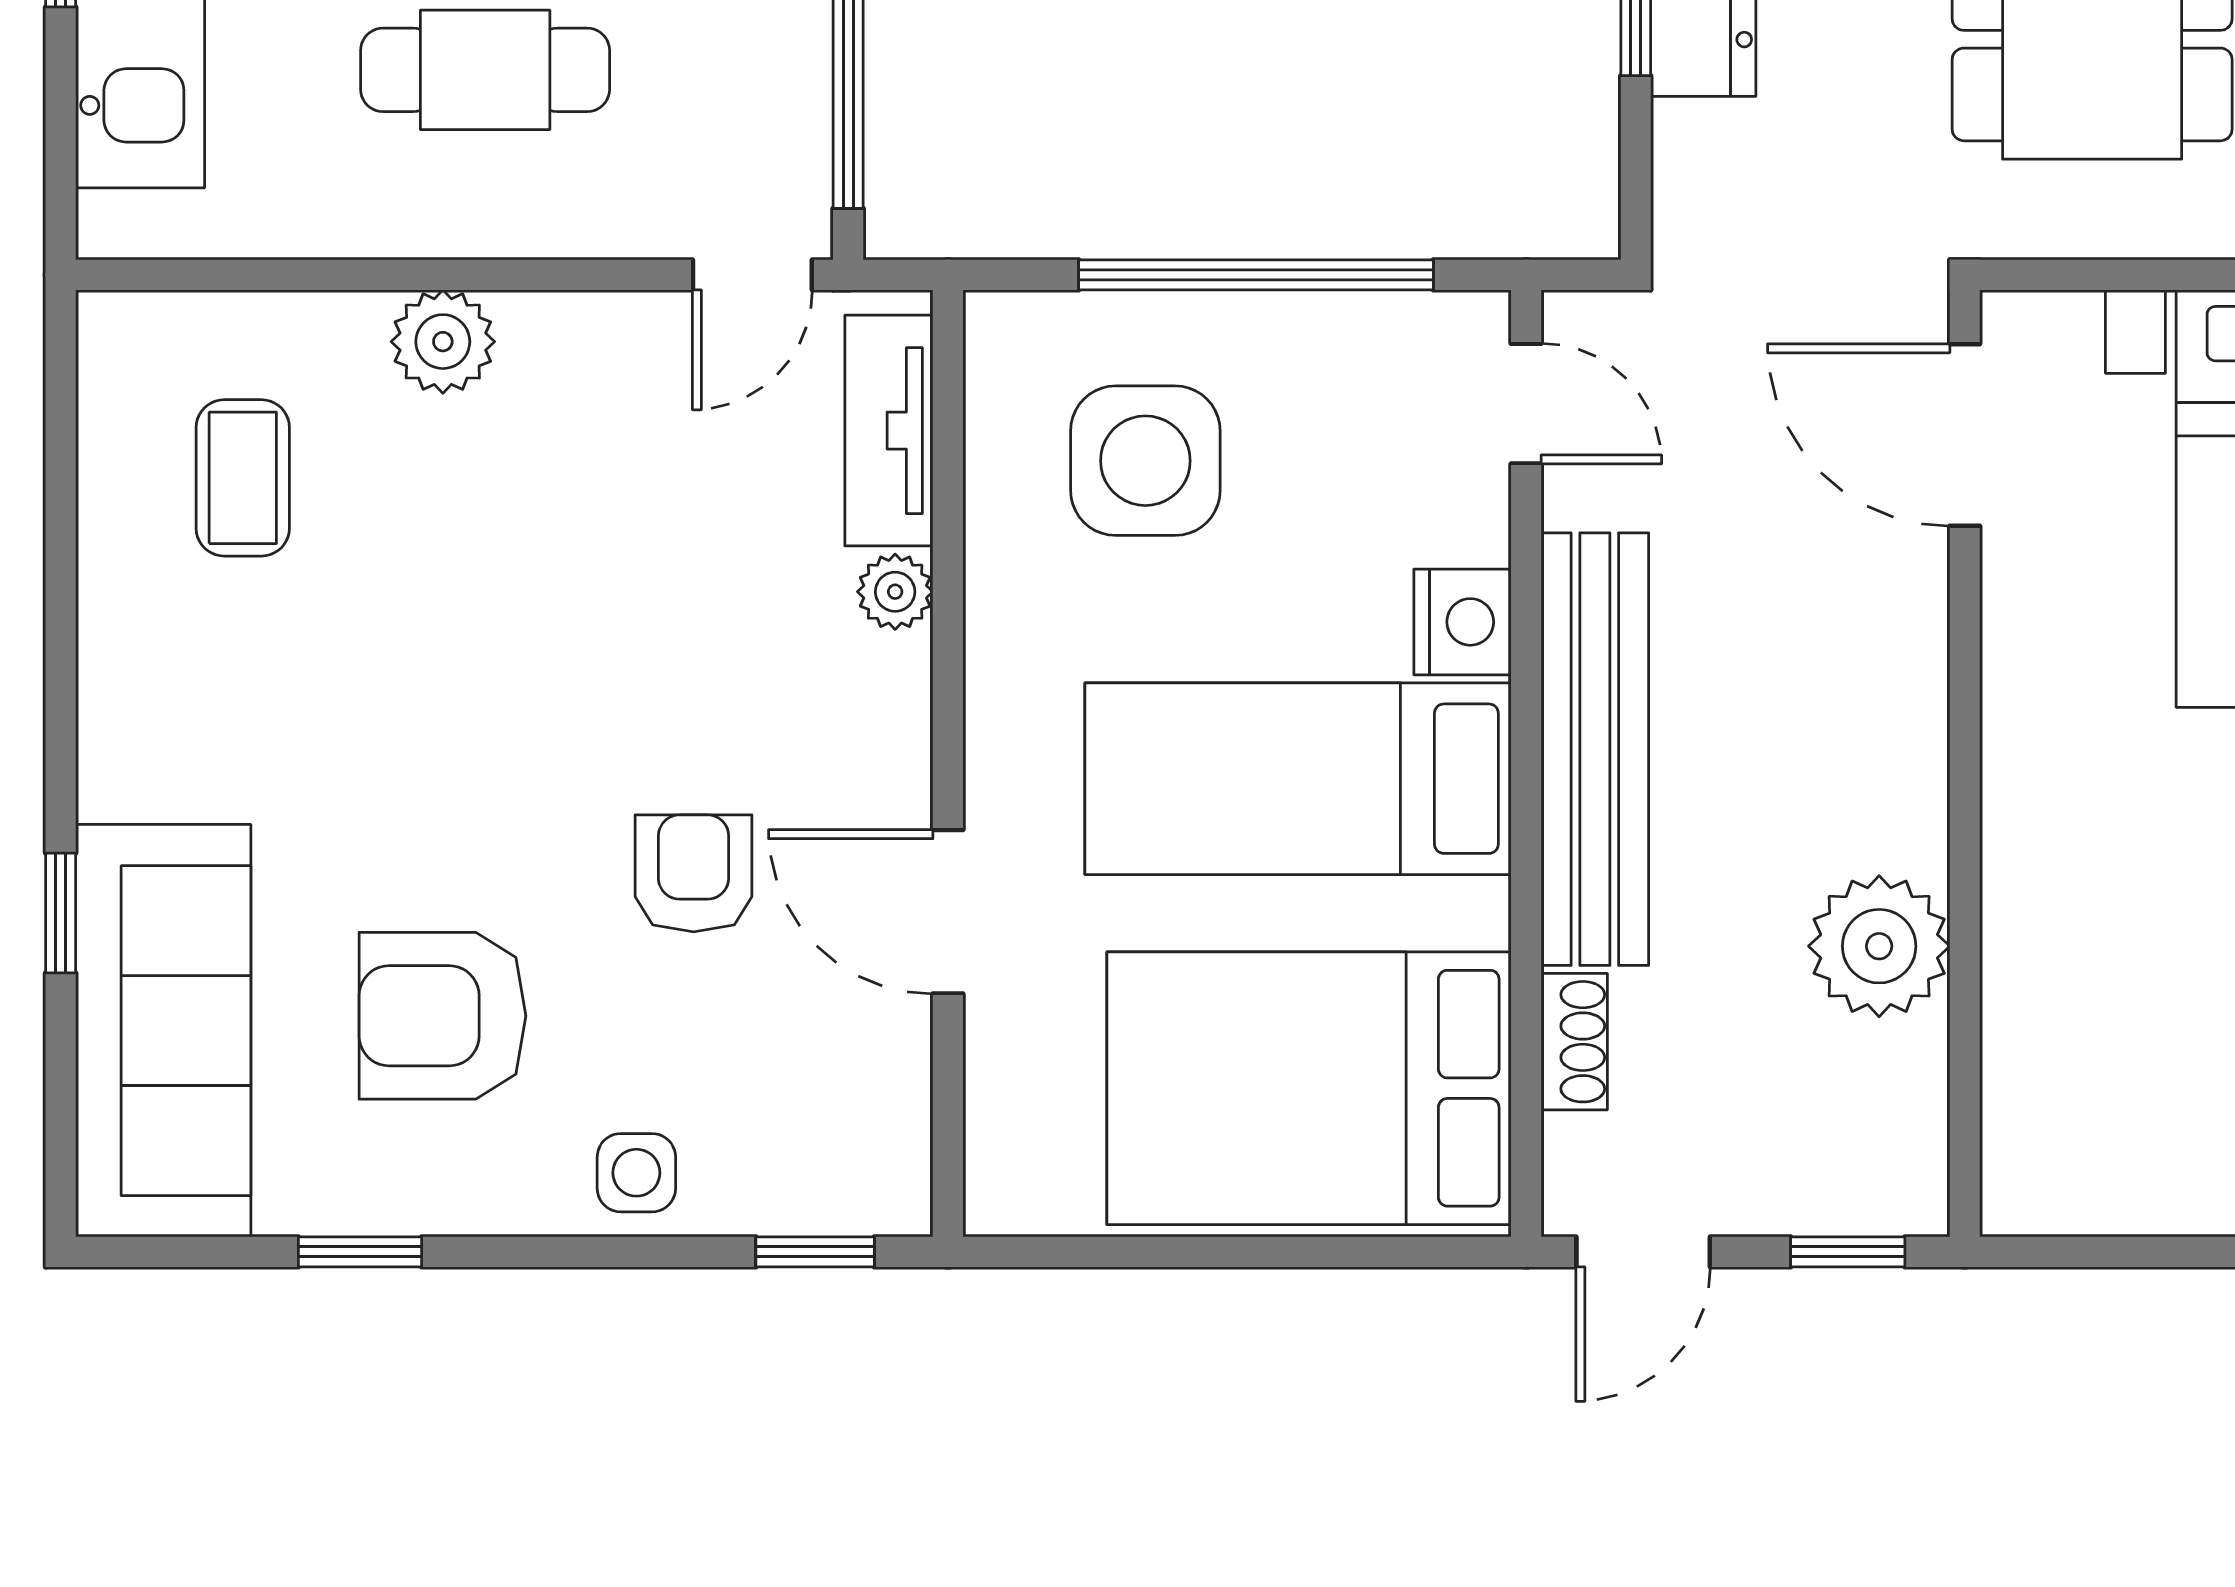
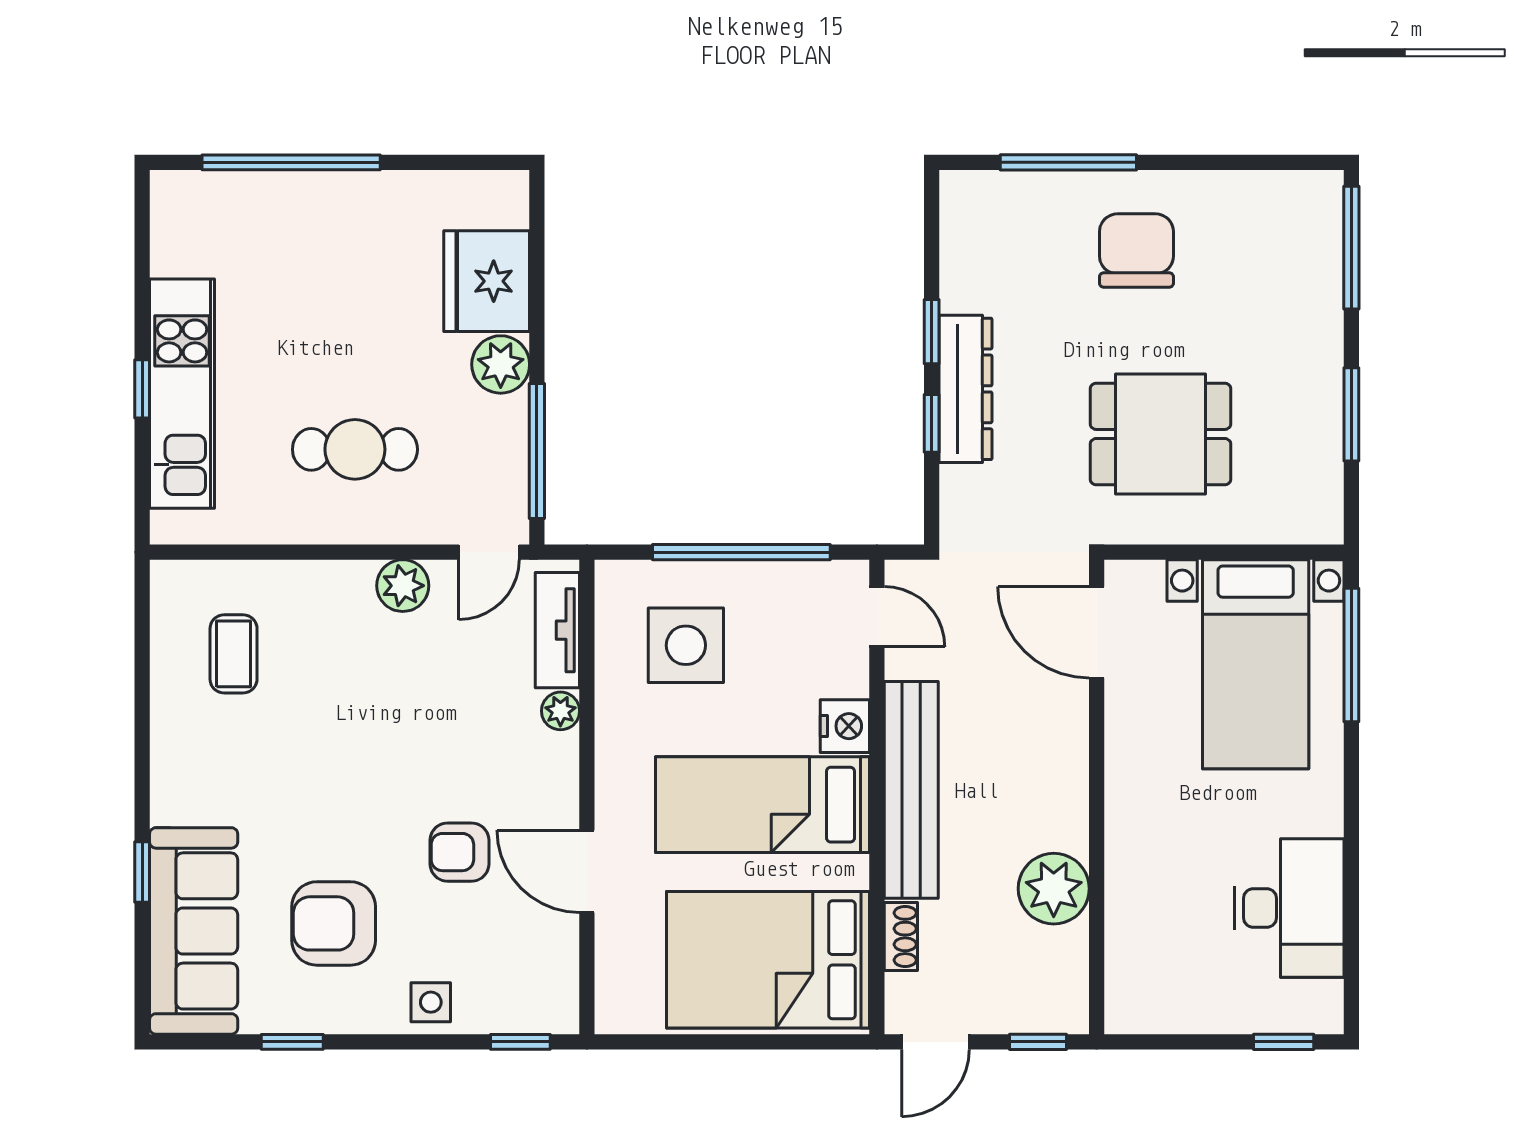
plant: (443, 342) -> (403, 586), moved
armchair: (694, 873) -> (459, 852), turned -90

